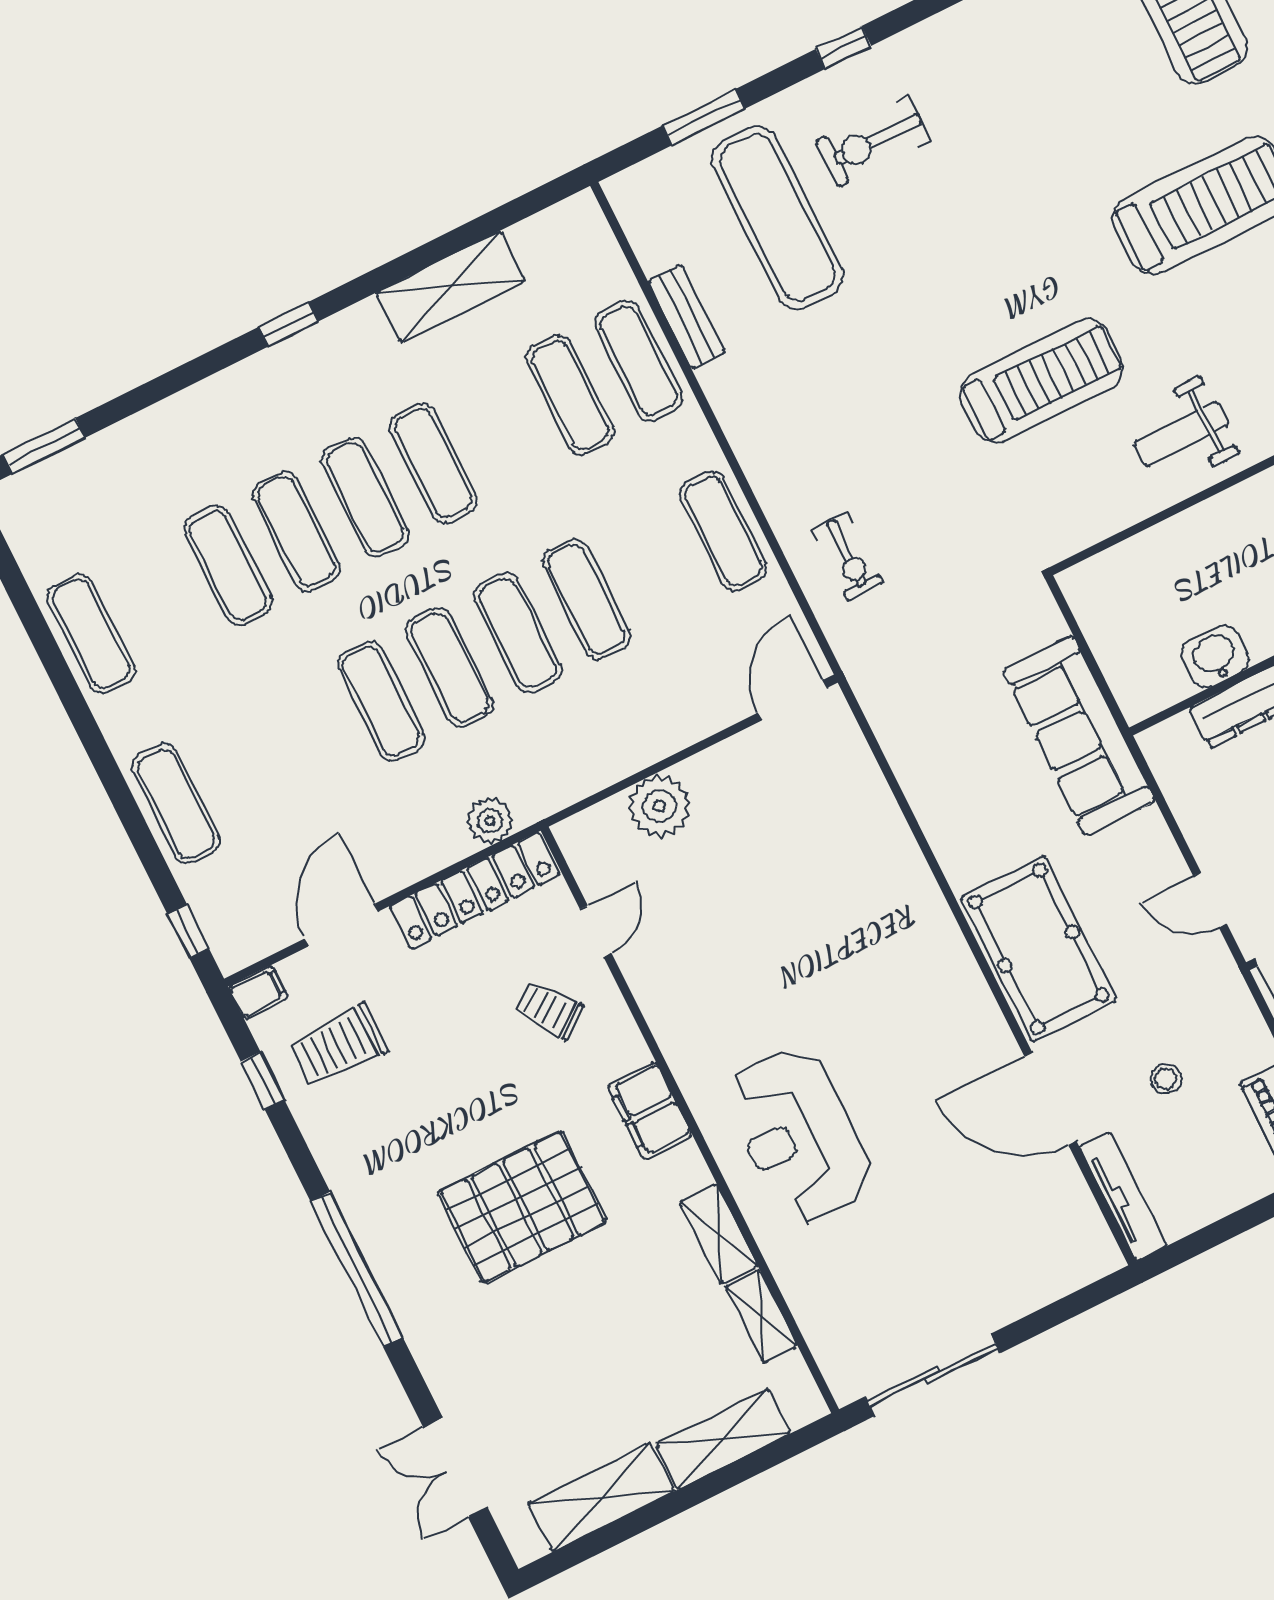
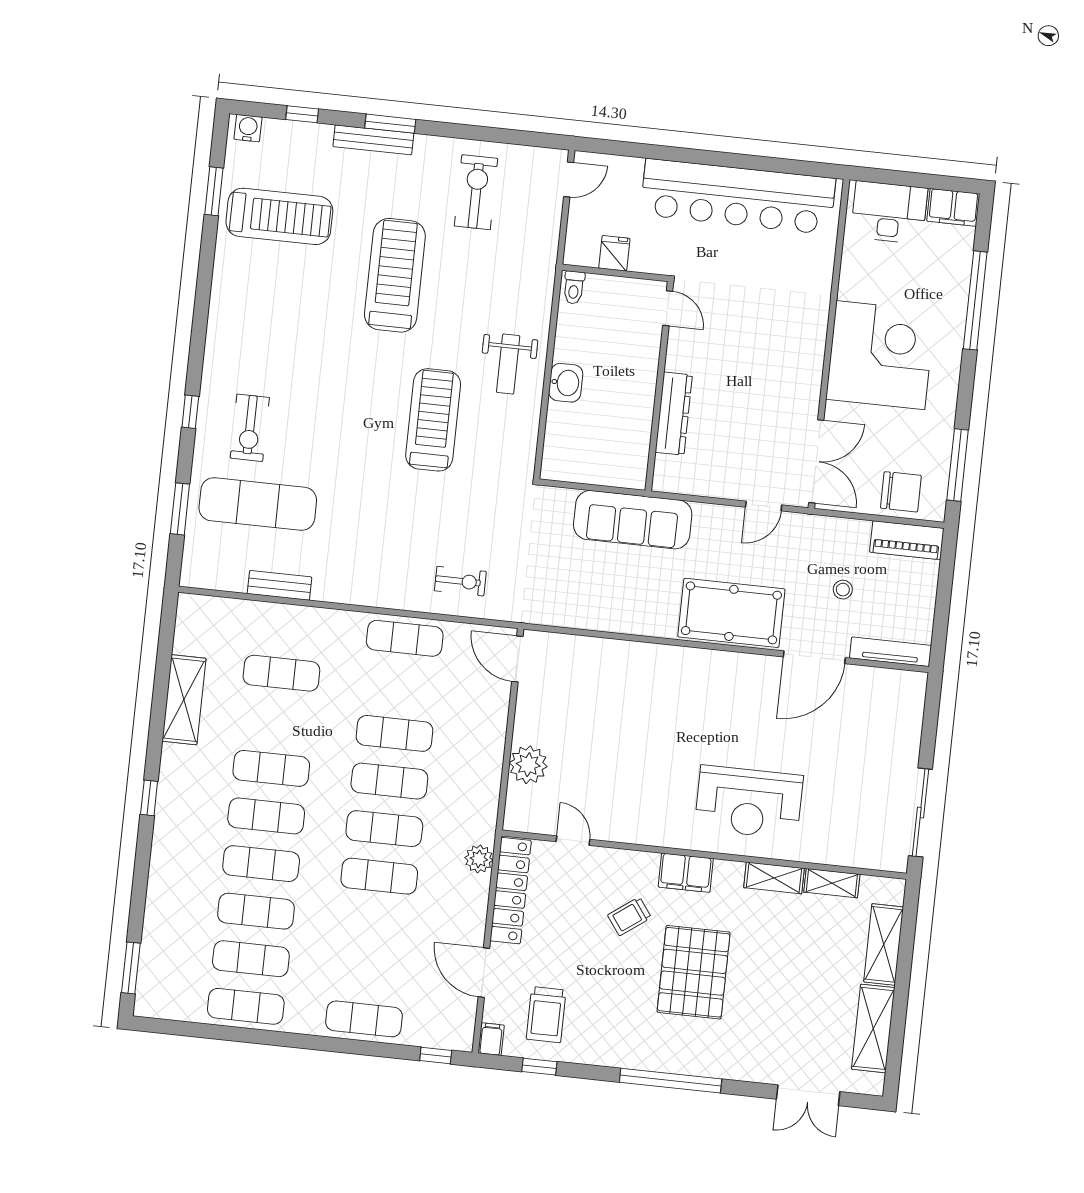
exercise mat: (638, 361) -> (251, 959), moved
washbasin: (1215, 656) -> (566, 383), moved, turned 180
trolley: (549, 1010) -> (629, 916), moved

